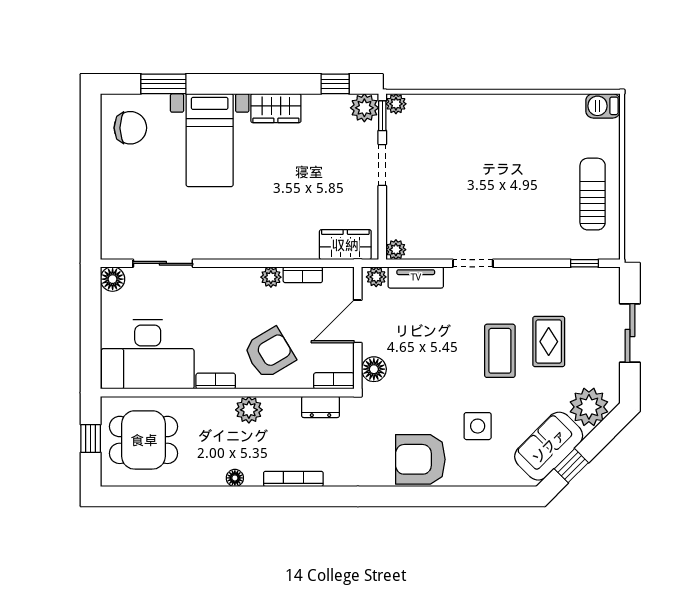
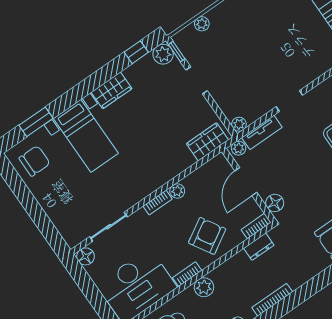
plant: (396, 104) -> (202, 24), moved
bookcase: (303, 275) -> (158, 203), moved
plant: (249, 410) -> (204, 287), moved

